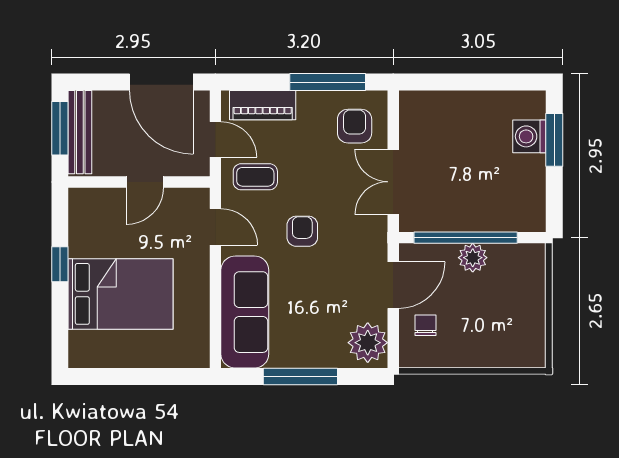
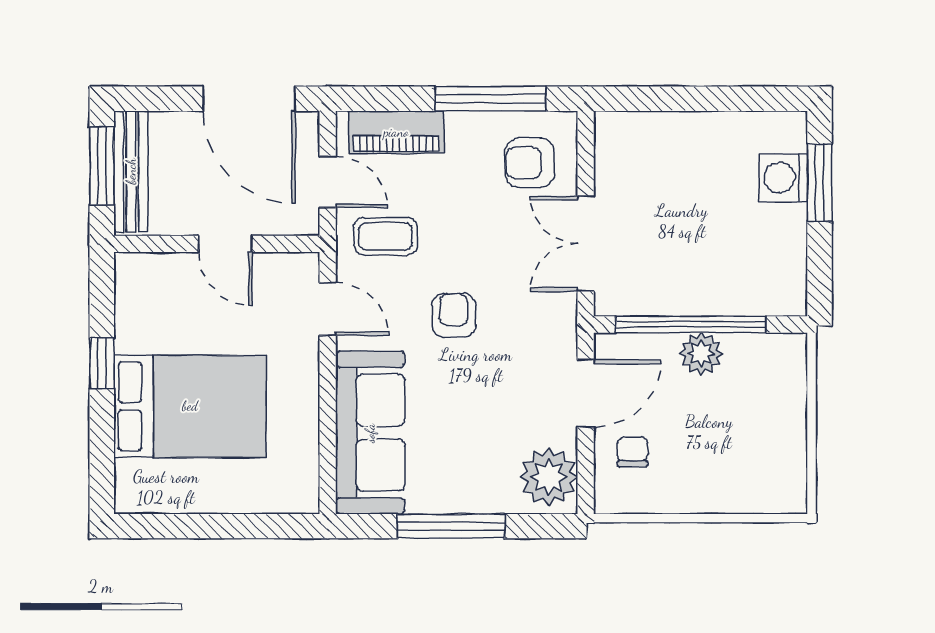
armchair: (355, 126) -> (530, 163), turned -90
door: (145, 182) -> (225, 244), hinge flipped

